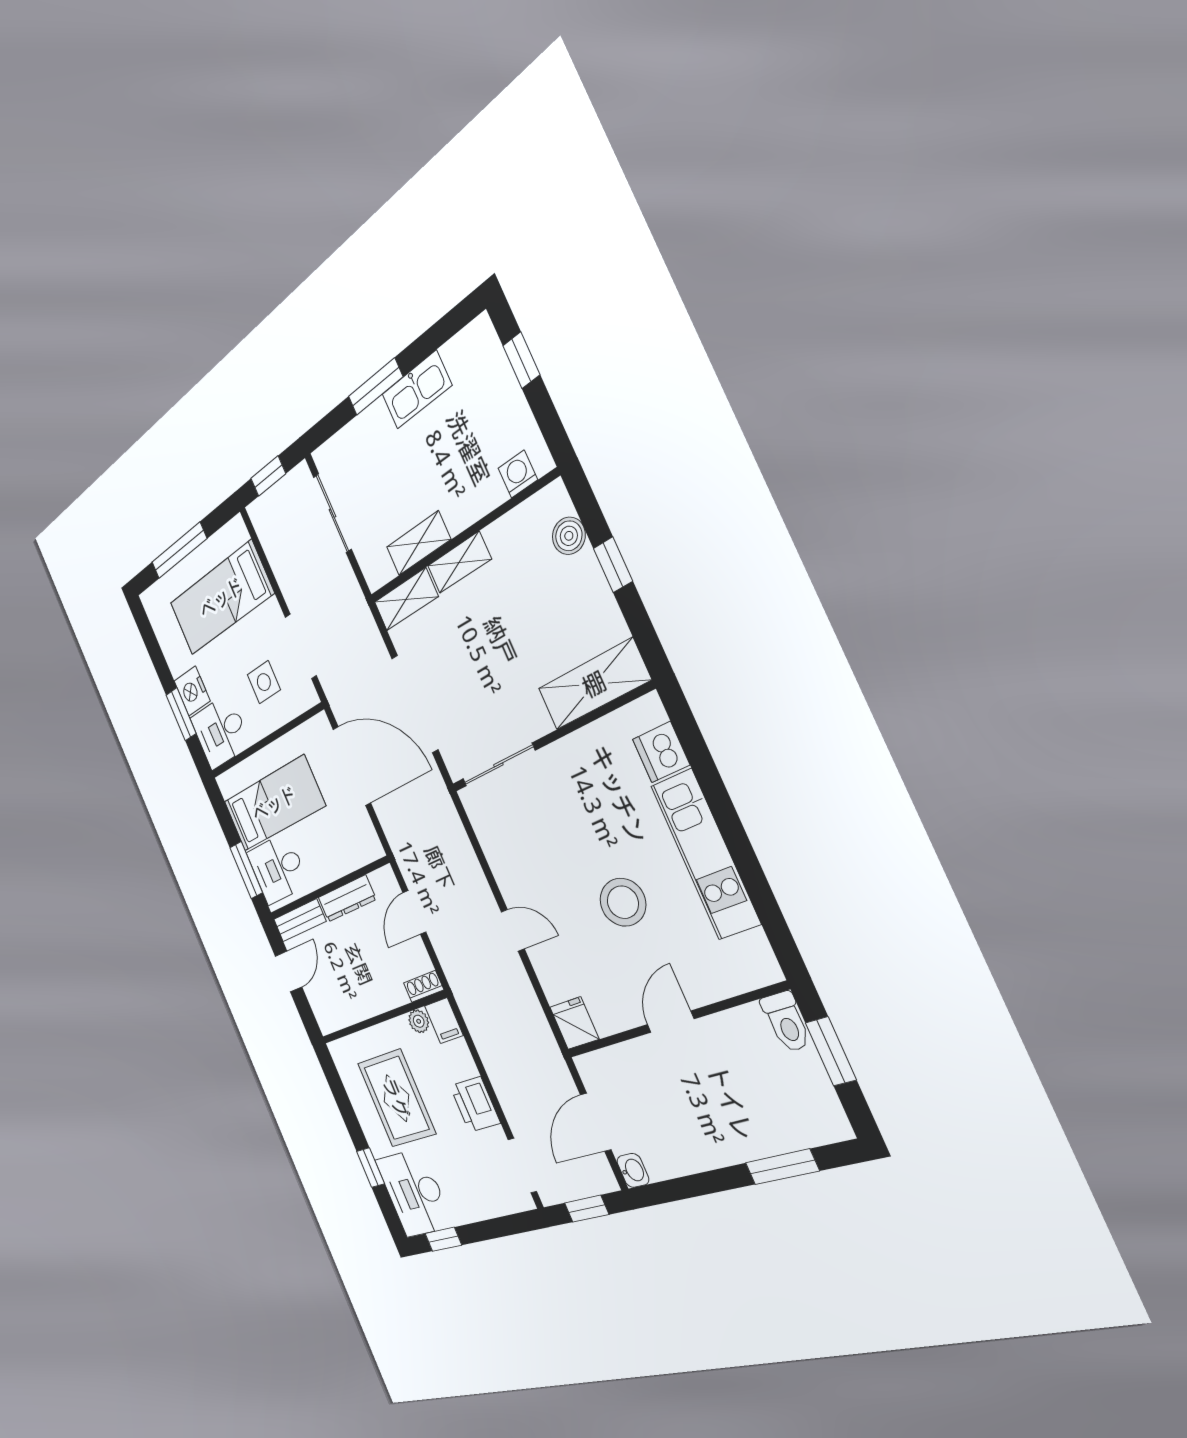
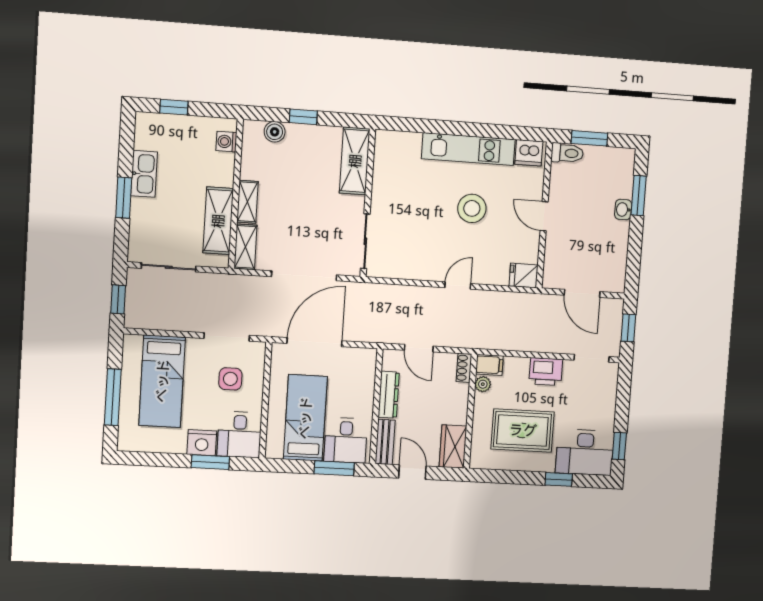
shelving: (418, 543) -> (218, 221), width x1.50, depth x1.33
dishwasher: (661, 752) -> (529, 153), moved
wardrobe: (337, 1012) -> (453, 446), added
washbasin: (633, 1170) -> (623, 210), moved, turned -90

